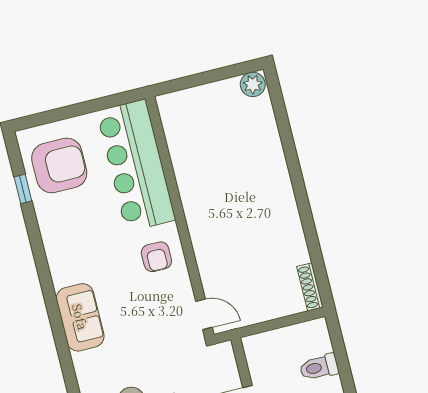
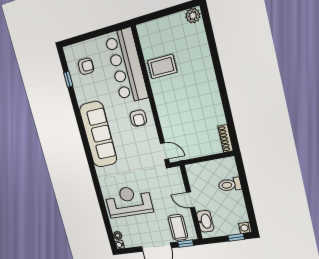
armchair: (59, 165) -> (86, 66), width x0.53, depth x0.53
rug: (201, 167) -> (162, 67), added
sofa: (80, 317) -> (98, 134), width x1.85, depth x1.27

